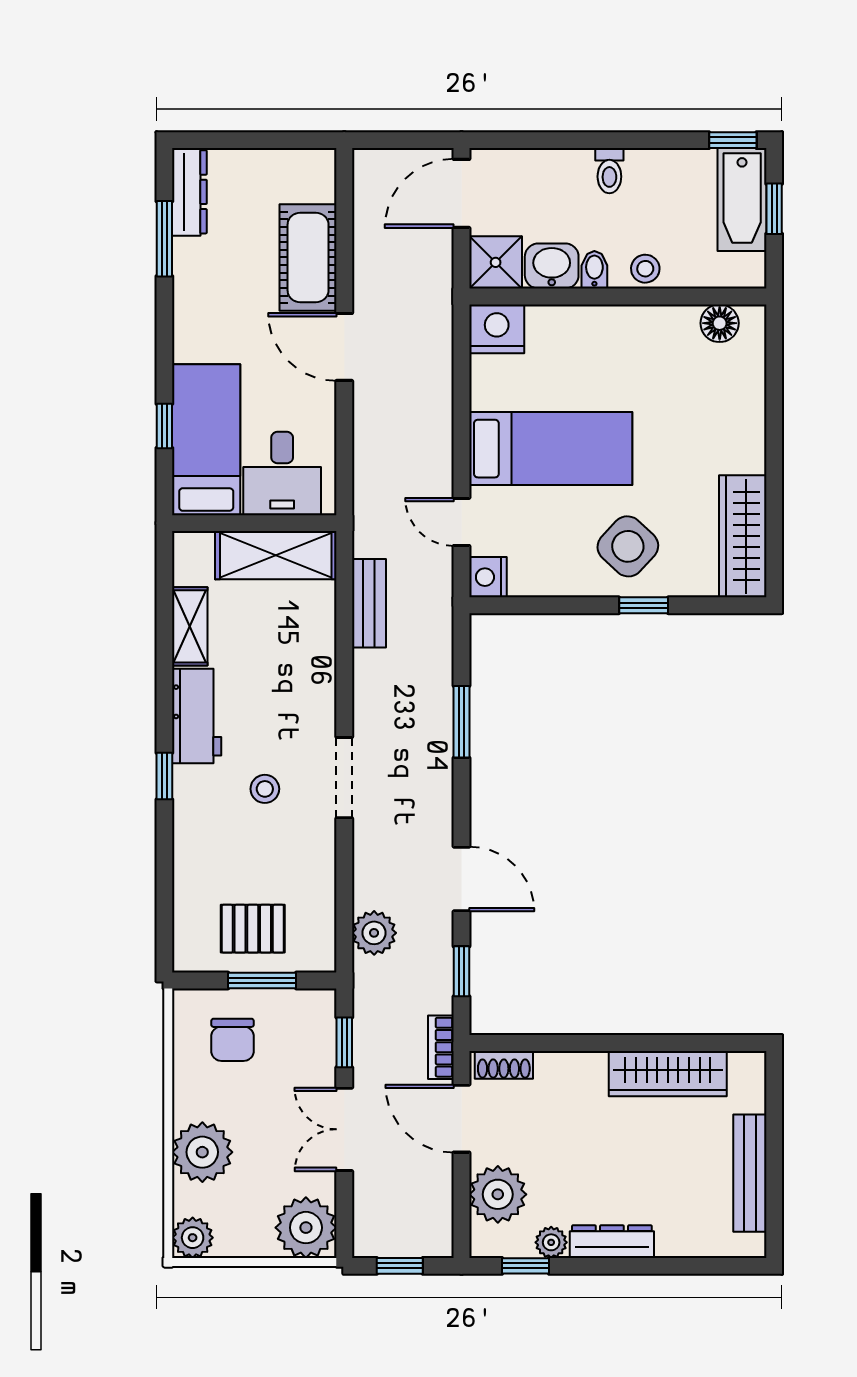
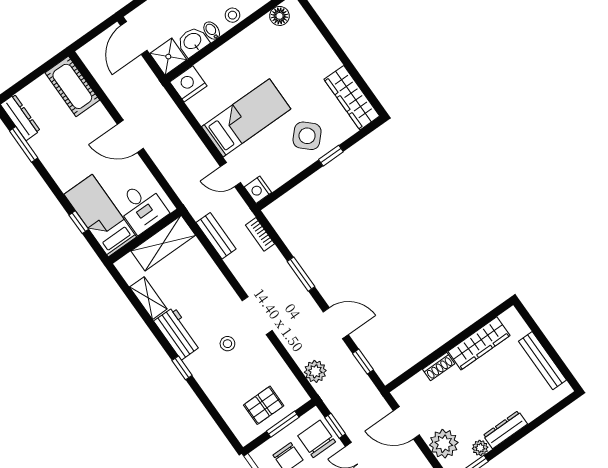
cot: (308, 257) -> (72, 86), moved
window: (461, 722) -> (301, 274), moved
chair: (300, 1042) -> (317, 439), added
bookcase: (441, 1047) -> (260, 234), moved
shoe rack: (504, 1065) -> (439, 367), moved

